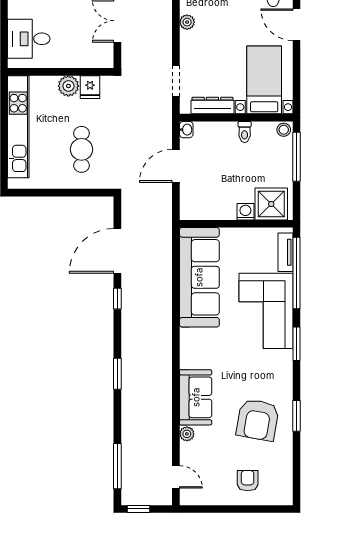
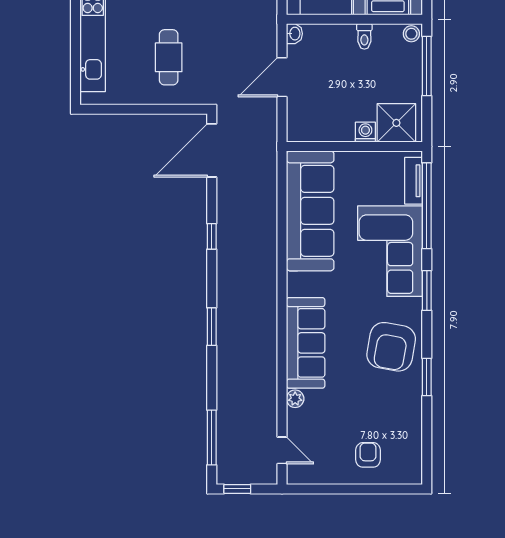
door: (117, 251) -> (212, 150), moved
sofa: (196, 397) -> (306, 343), width x1.36
armchair: (258, 420) -> (391, 347), moved

